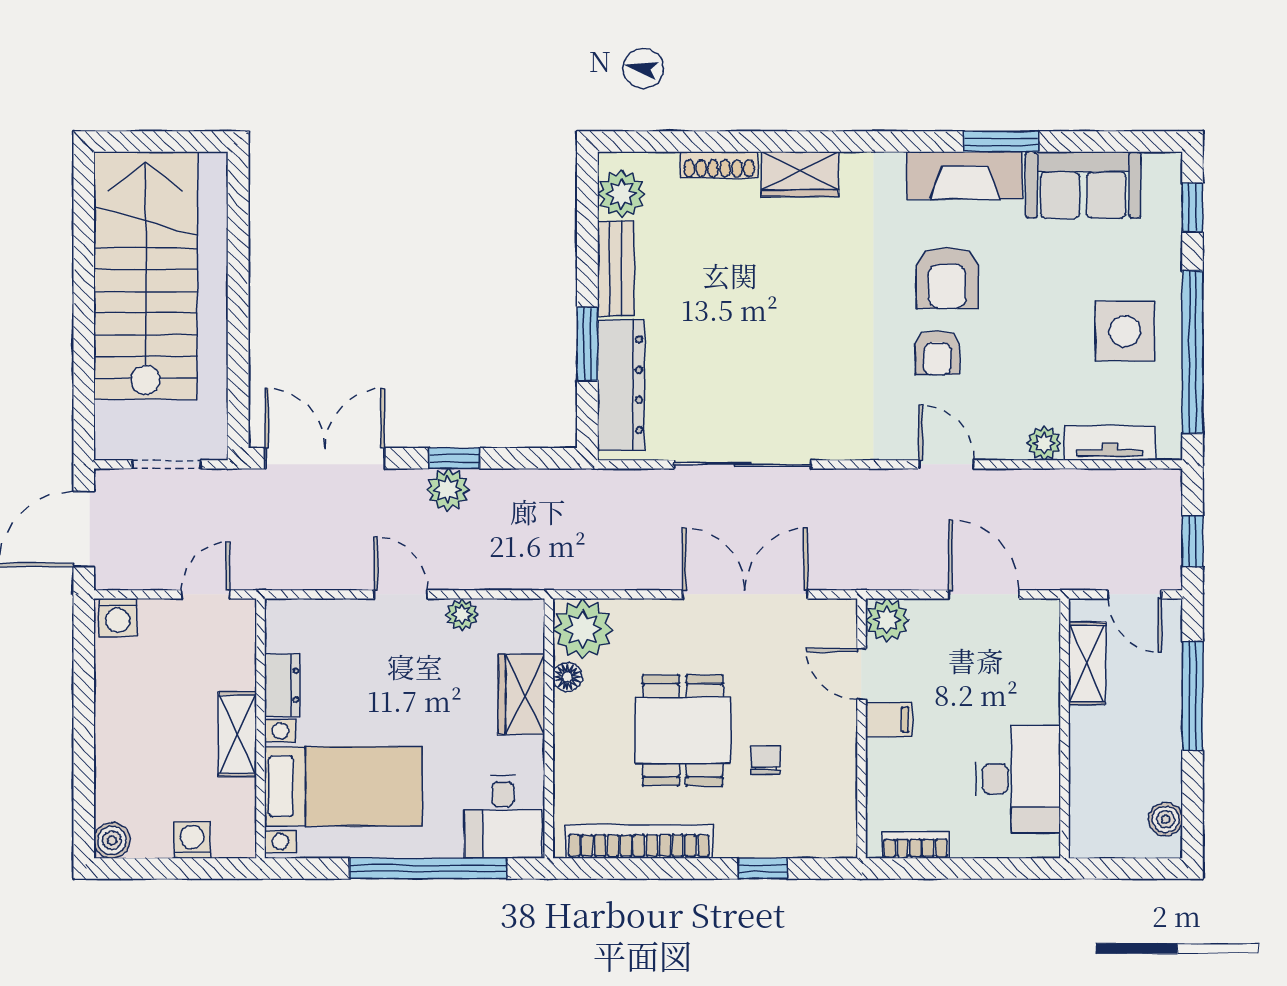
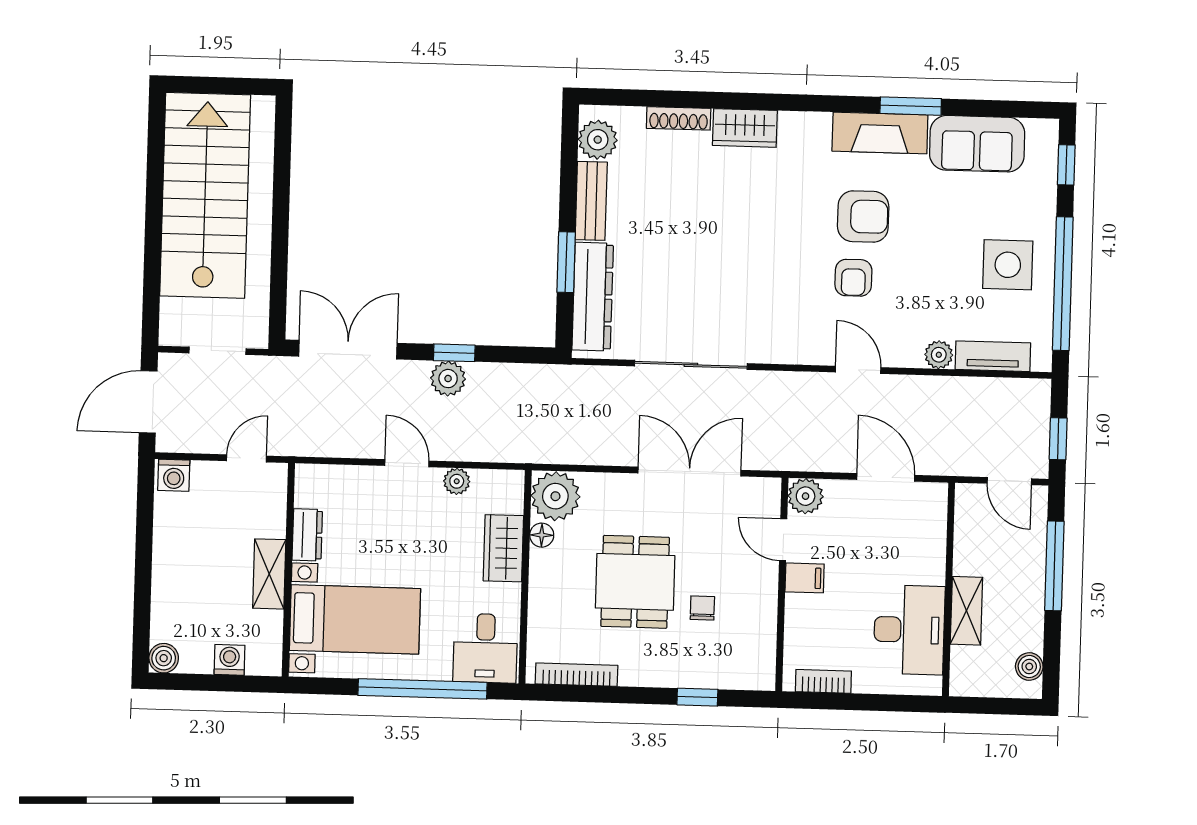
armchair: (947, 278) -> (863, 217), turned -90
shelving: (1087, 663) -> (966, 611), moved
bookcase: (639, 842) -> (577, 675), width x0.68, depth x0.76

